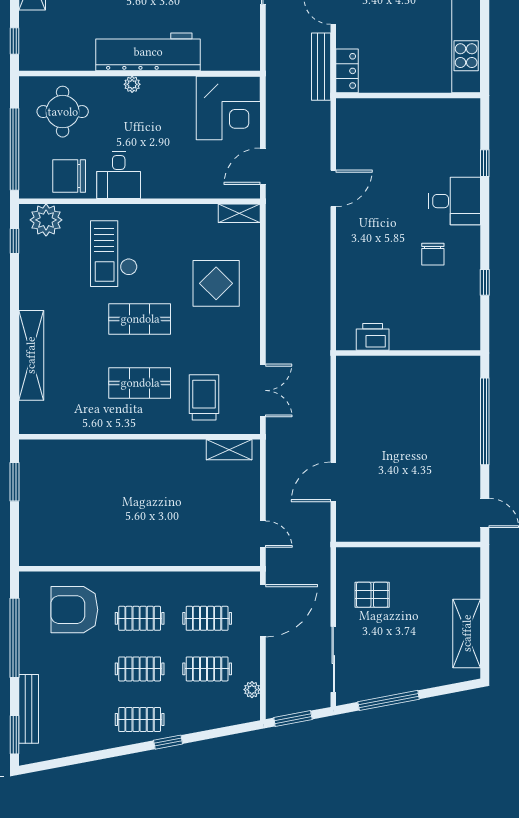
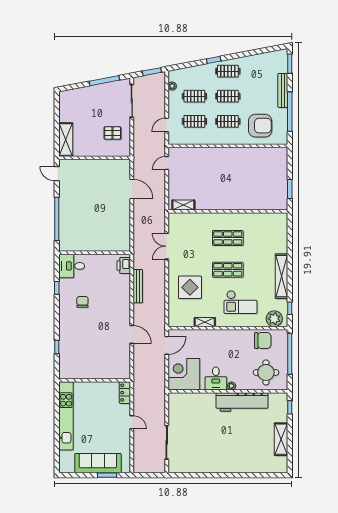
workbench: (148, 52) -> (242, 402), moved
bench: (321, 67) -> (138, 286), moved
desk: (119, 175) -> (216, 378), moved, turned 180
door: (333, 188) -> (132, 334), swing flipped
desk: (455, 201) -> (72, 266), moved
shelving: (239, 213) -> (205, 322), moved
checkout: (114, 254) -> (241, 302), turned 90
printer: (373, 337) -> (124, 265), moved, turned 90
shelving: (31, 355) -> (281, 276), moved
double door: (263, 390) -> (167, 246), moved
trolley: (204, 397) -> (196, 231), removed
door: (333, 482) -> (132, 189), hinge flipped
door: (263, 534) -> (167, 163), hinge flipped
door: (263, 611) -> (167, 125), width x0.53
shelving: (467, 633) -> (66, 140), moved
bench: (29, 709) -> (283, 90), moved

